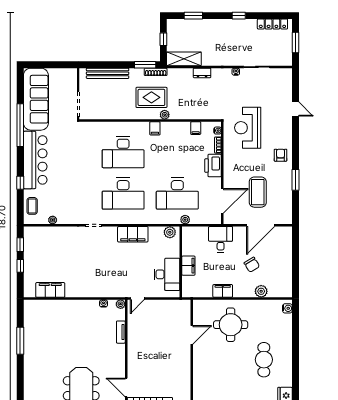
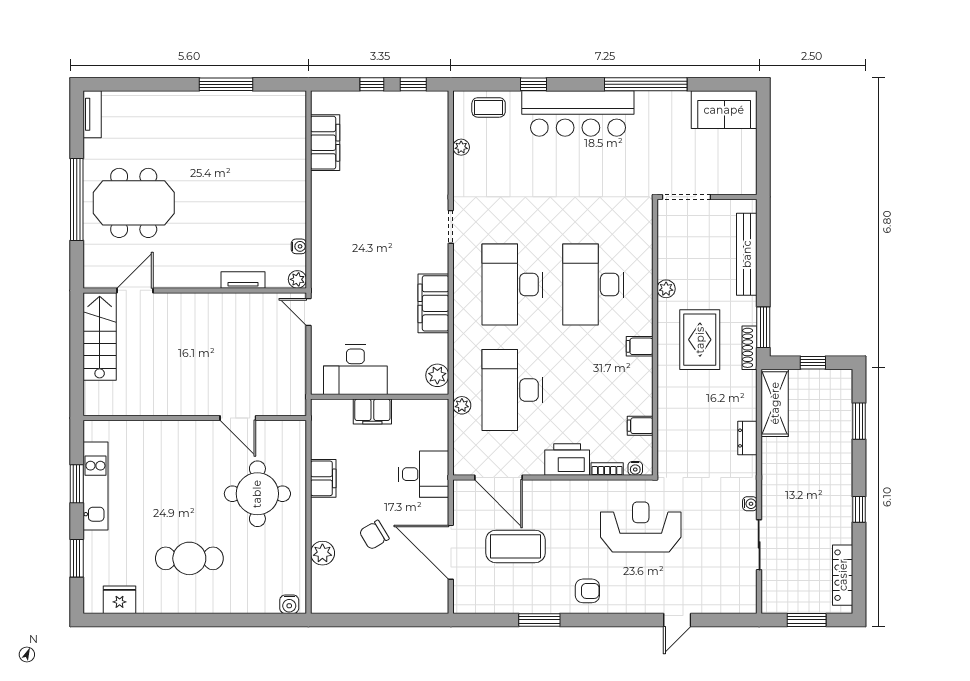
sofa: (36, 99) -> (724, 110), width x0.54, depth x0.79
plant: (165, 115) -> (666, 289), moved

